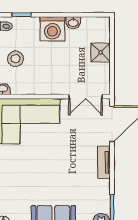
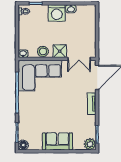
shower: (101, 52) -> (60, 51), moved
stool: (16, 59) -> (43, 51), moved

